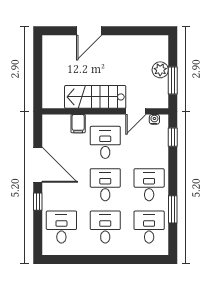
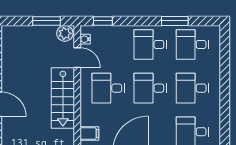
plant: (160, 70) -> (65, 33), moved
filing cabinet: (78, 124) -> (89, 133), moved

